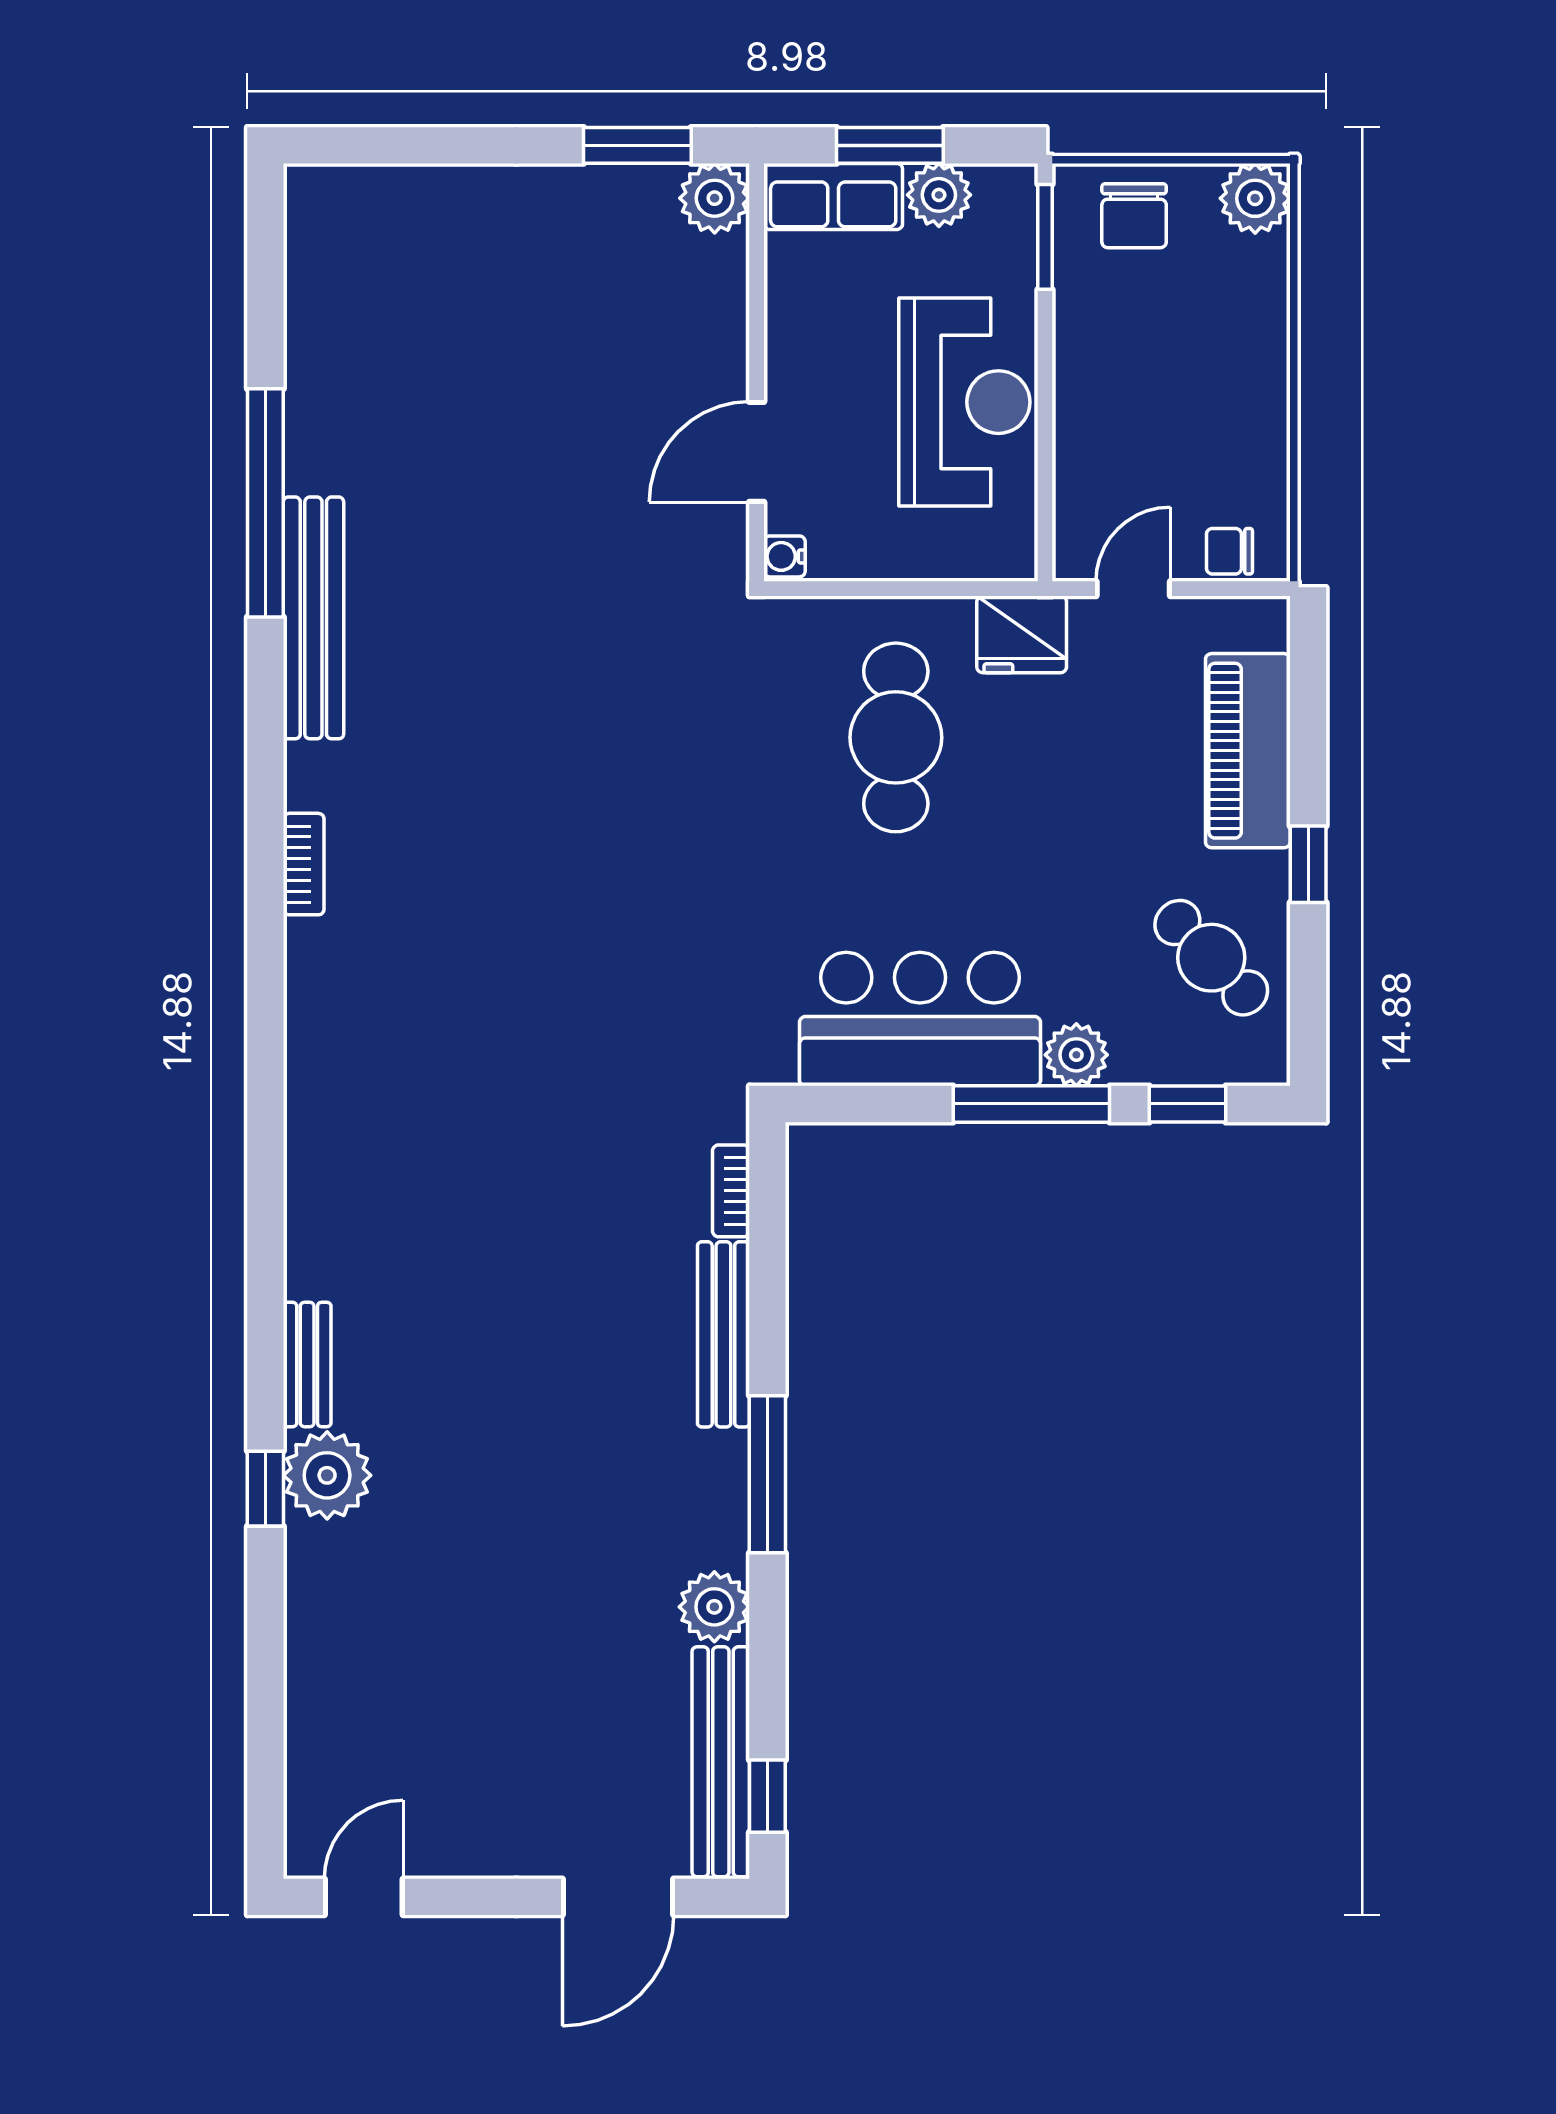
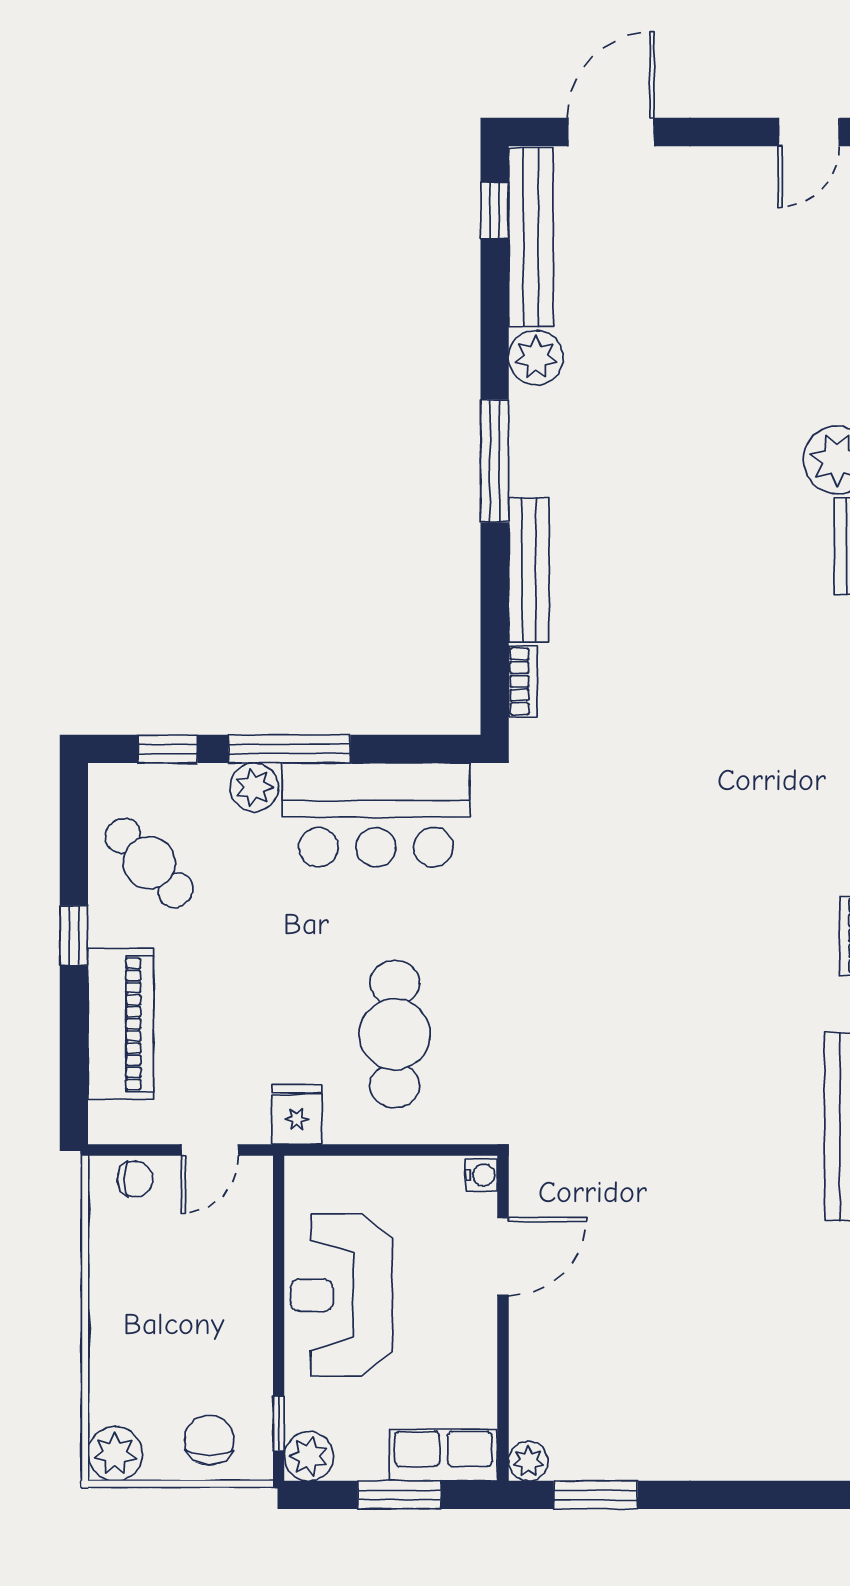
plant: (939, 195) -> (309, 1456), moved
plant: (715, 198) -> (528, 1461), width x0.73, depth x0.73
window: (1045, 237) -> (279, 1424), width x0.67
fridge: (1022, 634) -> (297, 1114), width x0.72

